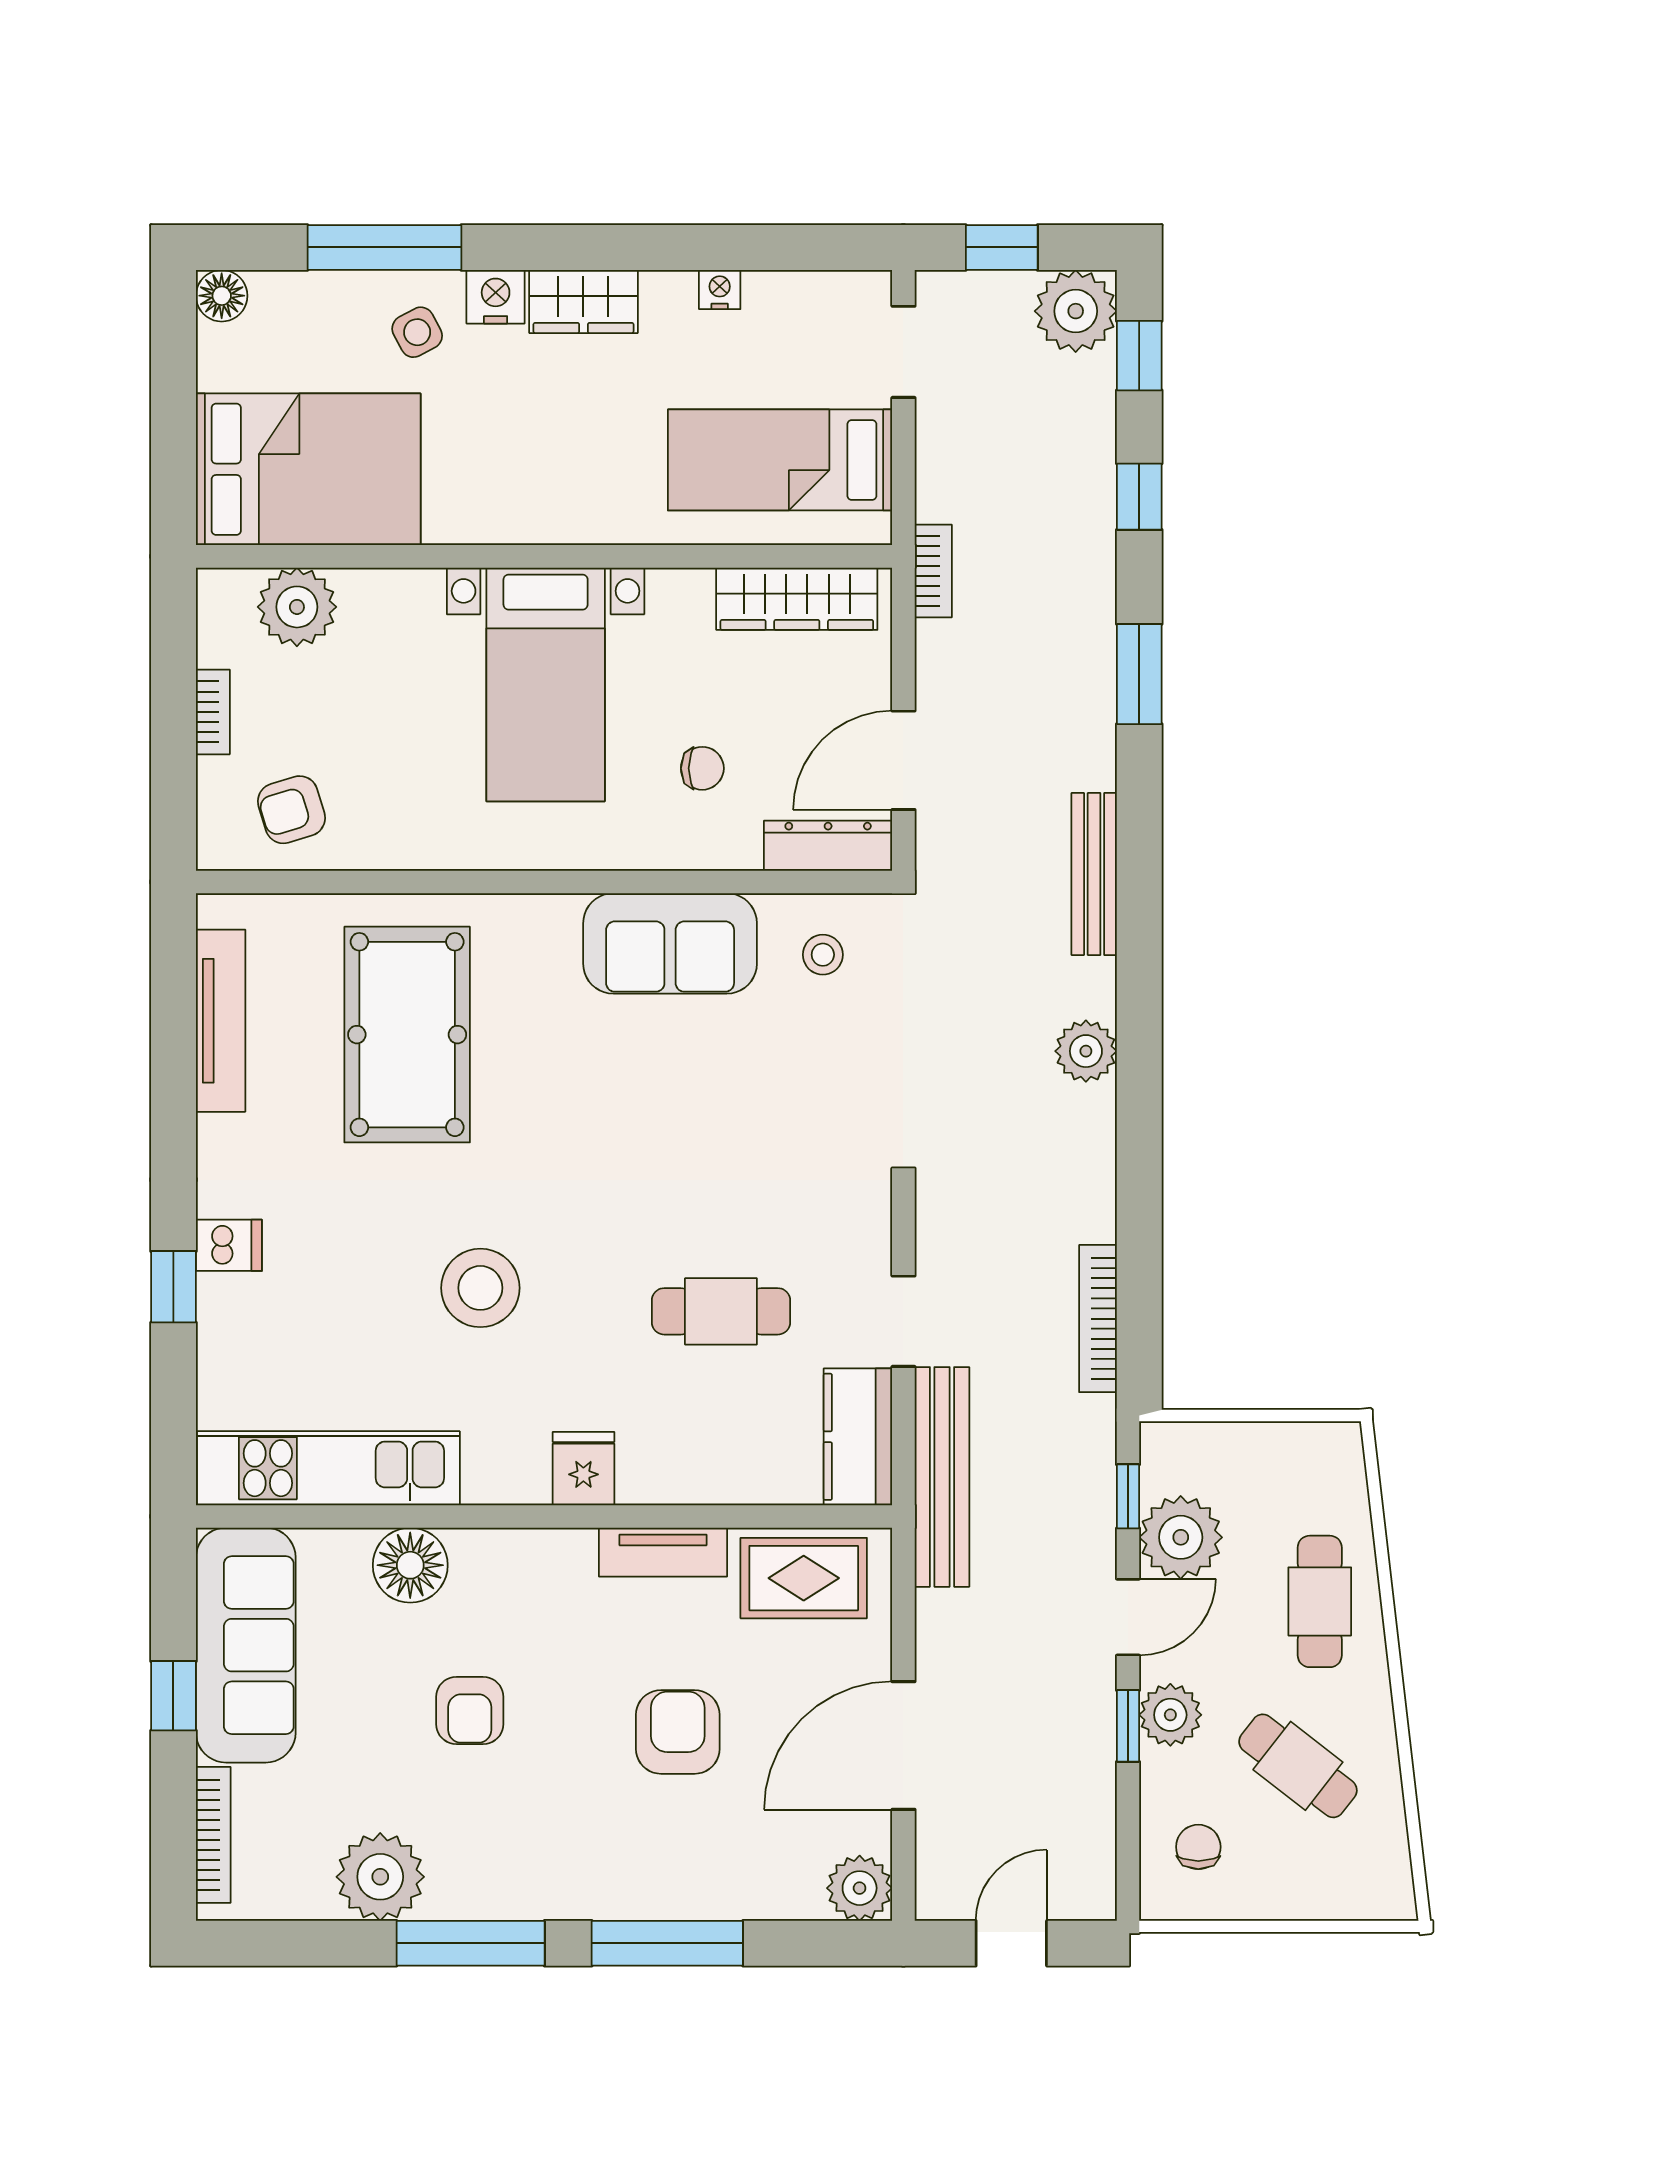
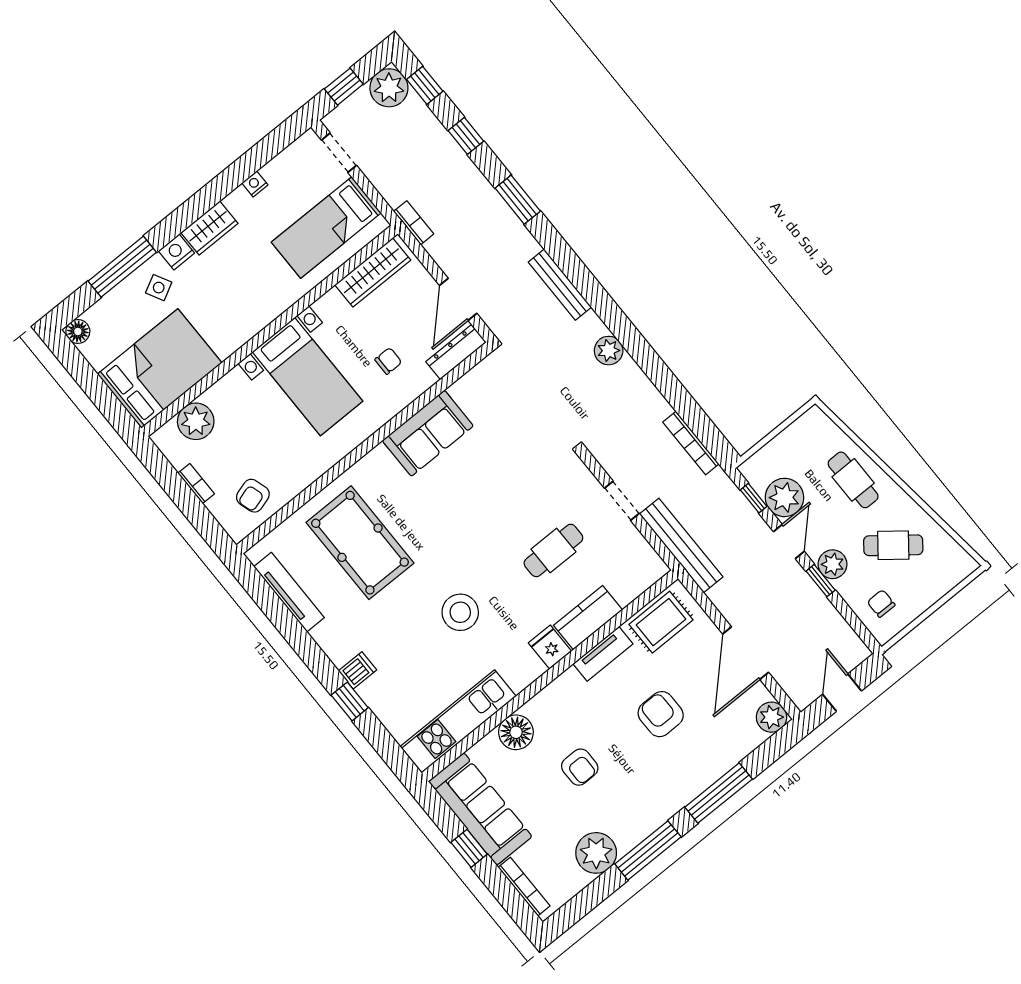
stool: (823, 955) -> (486, 393), removed
kitchen counter: (858, 1437) -> (588, 618), moved, turned 90

